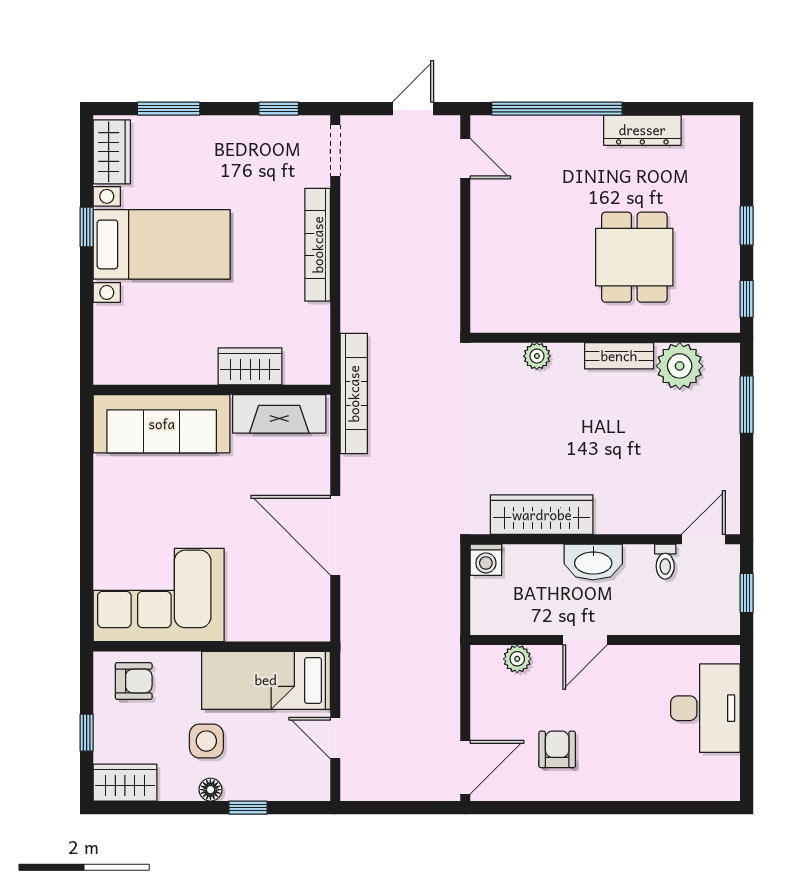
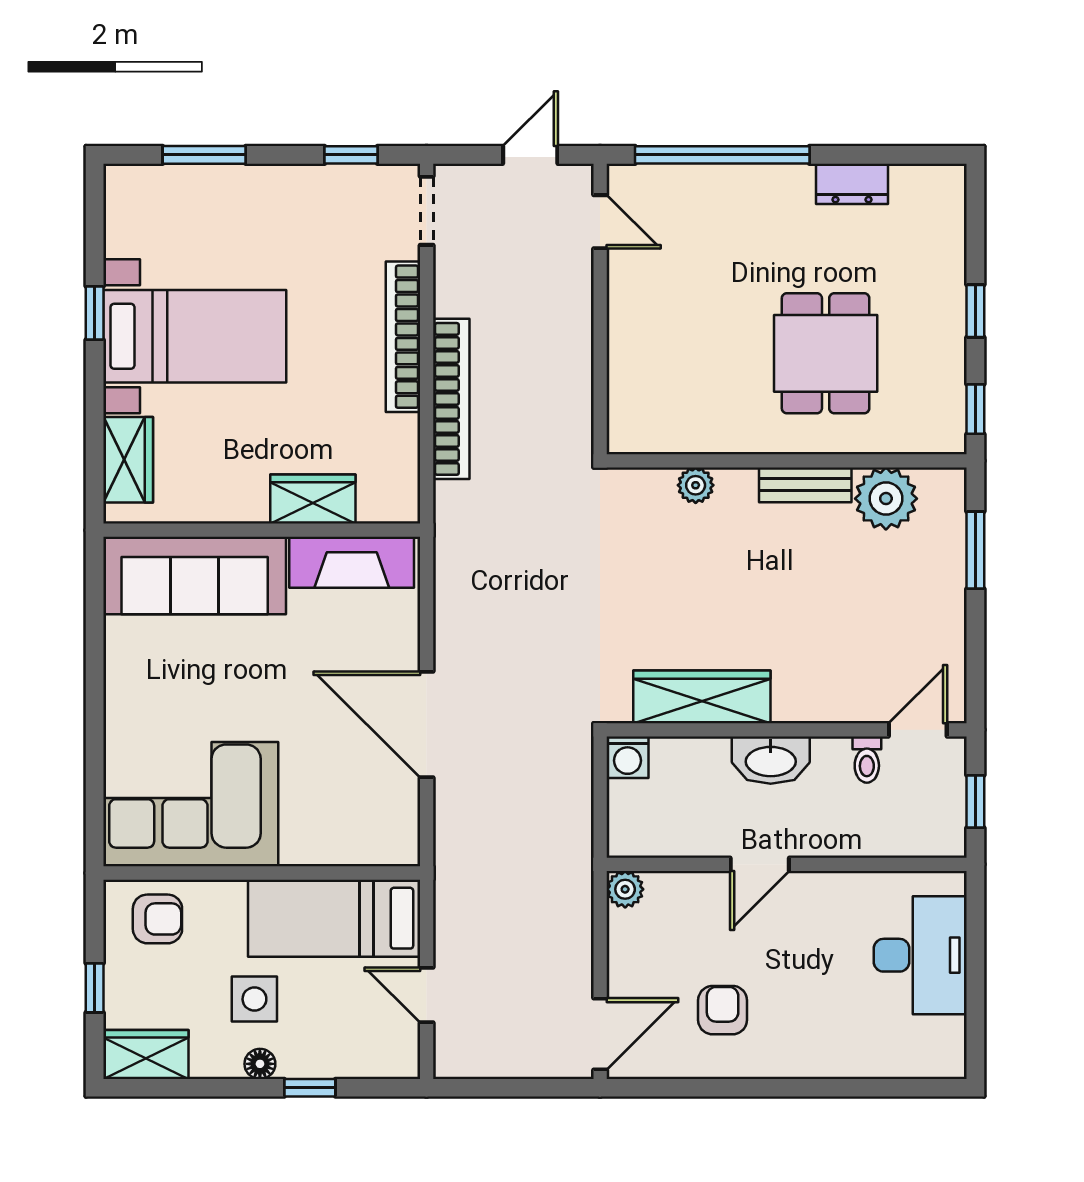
dresser: (642, 130) -> (852, 184), width x0.70
wardrobe: (112, 152) -> (128, 460), moved
bookcase: (354, 394) -> (451, 399), moved
plant: (517, 659) -> (625, 889), moved

